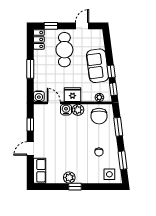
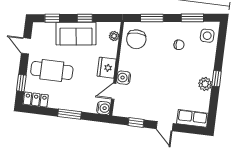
window: (113, 89) -> (52, 18), moved
plant: (78, 110) -> (126, 63), removed
chair: (99, 116) -> (136, 39), turned 90

